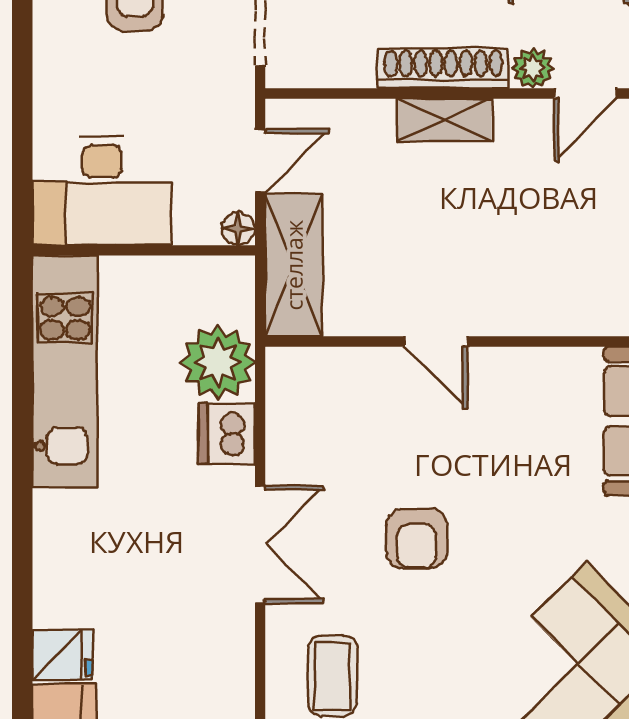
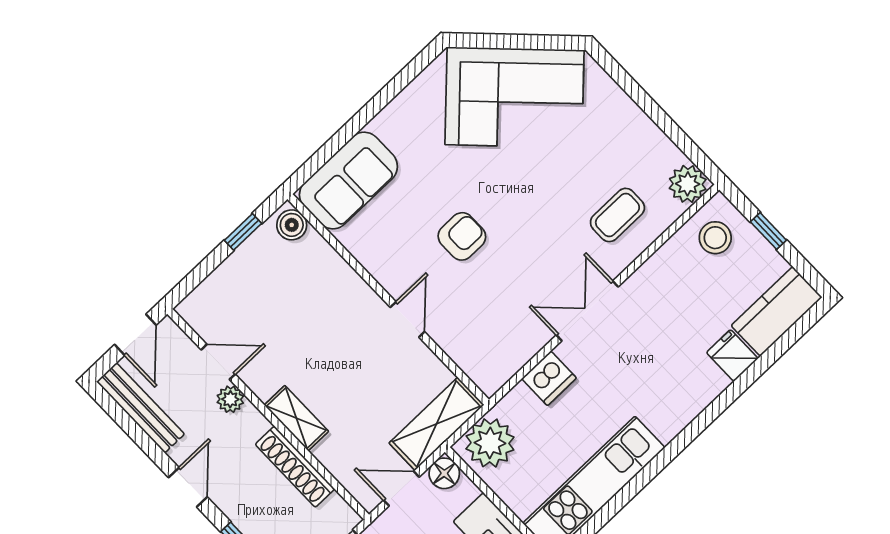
shoe rack: (443, 68) -> (295, 467), moved
floor lamp: (238, 229) -> (444, 473), width x1.37, depth x1.37
plant: (218, 362) -> (490, 443), moved
armchair: (417, 539) -> (462, 236), moved

